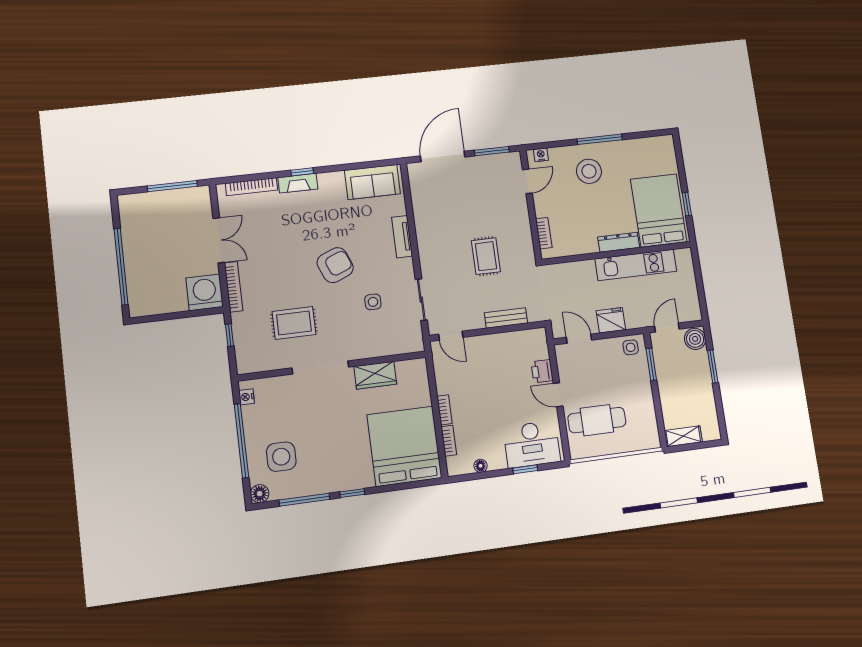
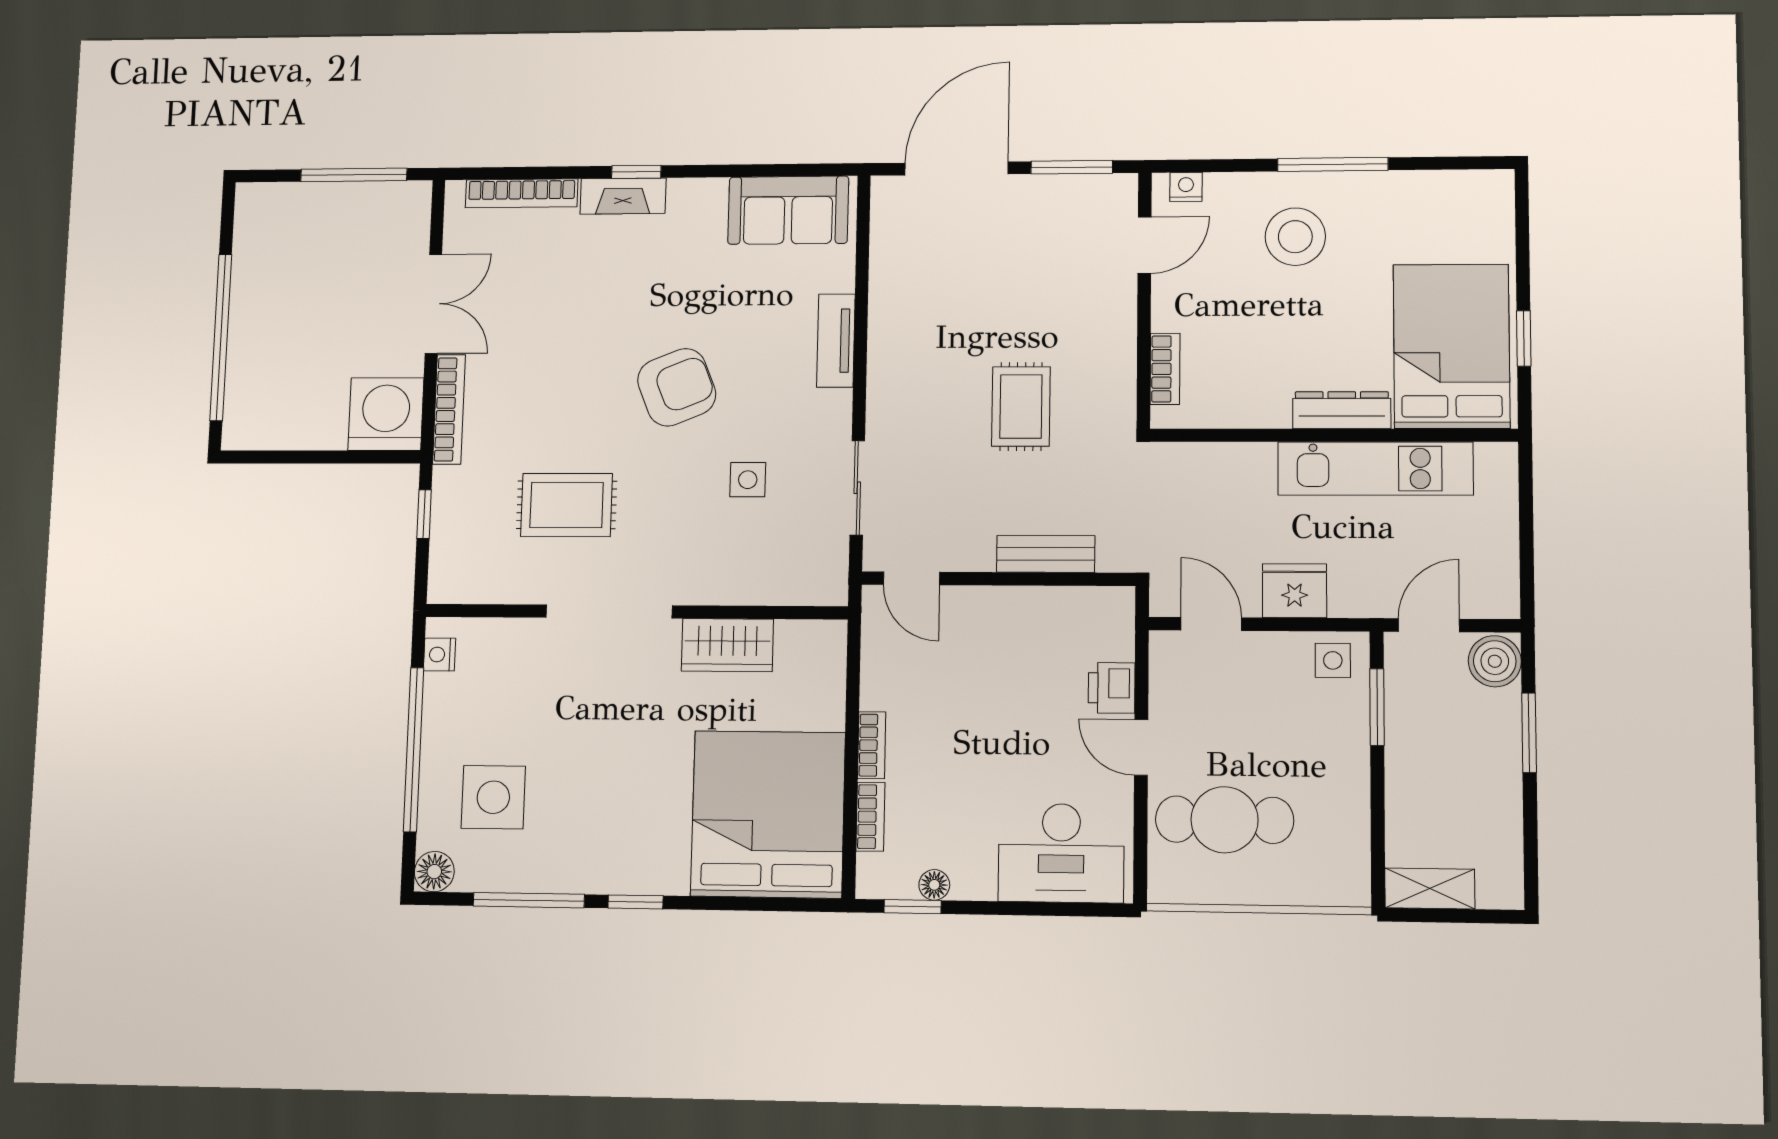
window: (525, 469) -> (913, 907), moved

